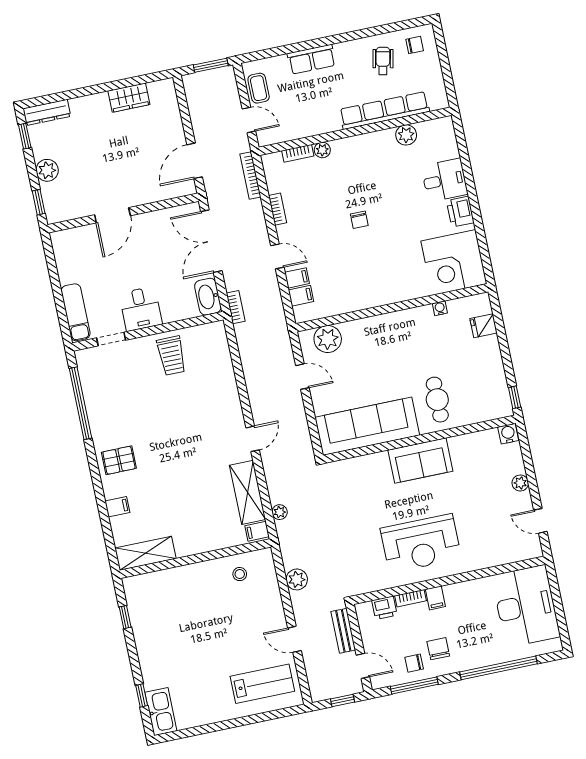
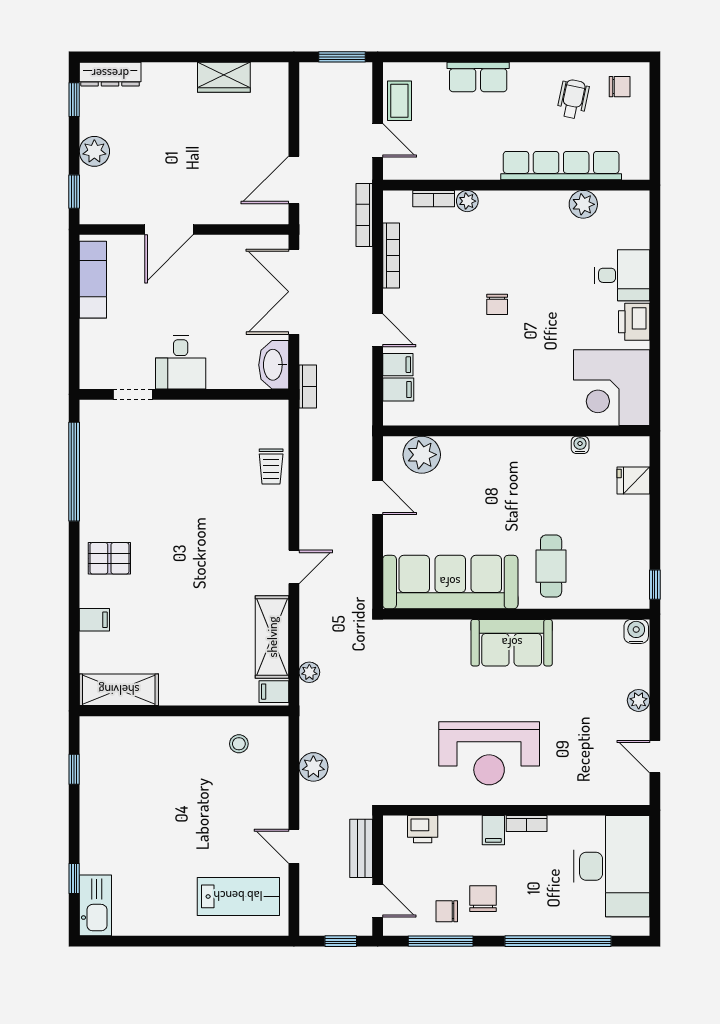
bookcase: (278, 209) -> (391, 256), width x1.56
exam couch: (76, 312) -> (93, 280), moved
trolley: (171, 356) -> (271, 467), moved, width x0.73, depth x0.72
bookcase: (410, 598) -> (527, 824), moved

